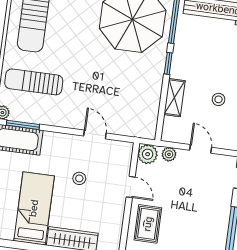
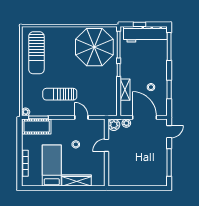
sun lounger: (34, 82) -> (60, 94), moved
door: (201, 149) -> (144, 117), width x1.88
door: (131, 187) -> (106, 145), swing flipped
rug: (148, 224) -> (119, 166), removed

